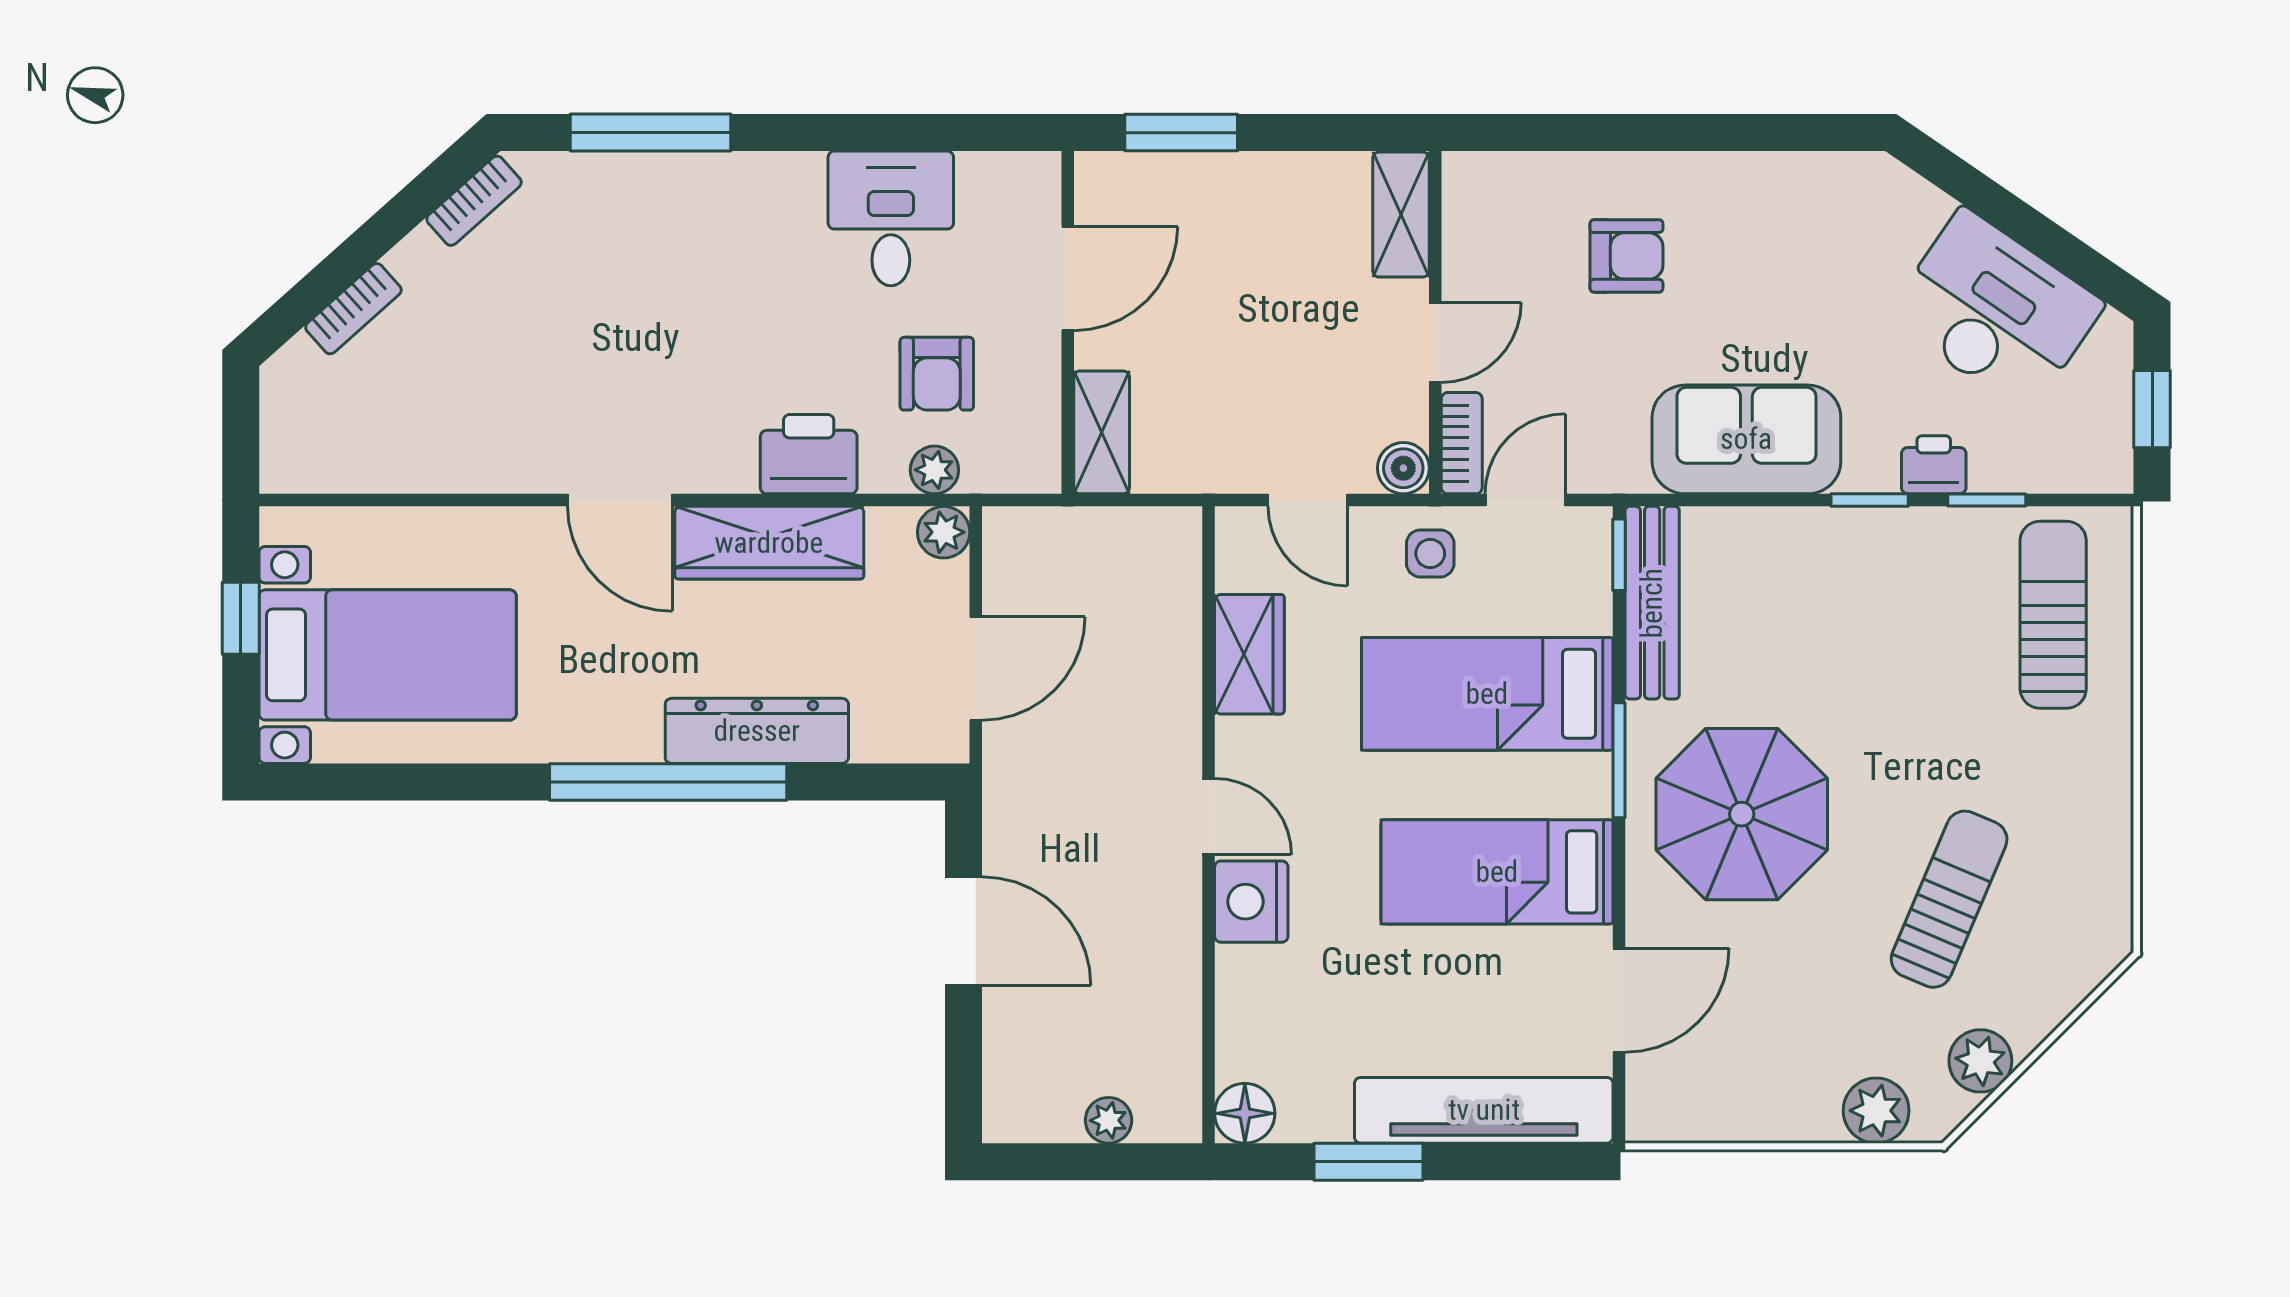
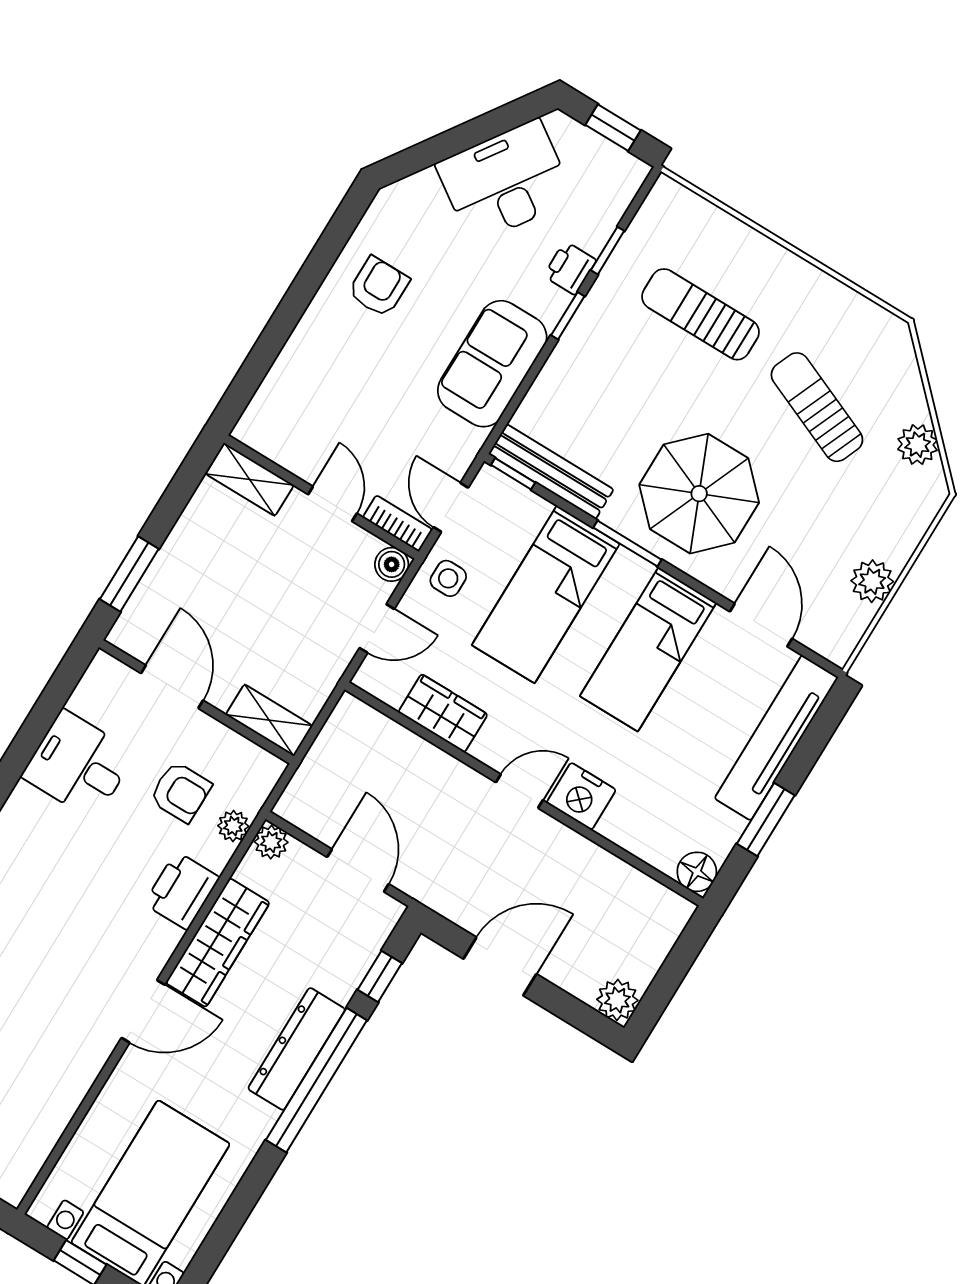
armchair: (1626, 256) -> (379, 287), moved
sun lounger: (2053, 615) -> (701, 314), moved
dresser: (757, 731) -> (297, 1049), moved
window: (855, 782) -> (380, 976), added
plant: (1876, 1111) -> (872, 581), moved
plant: (1109, 1120) -> (617, 1000), moved, width x1.38, depth x1.38

